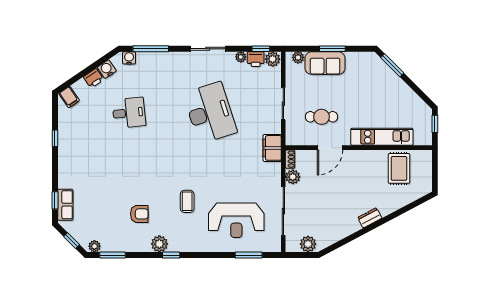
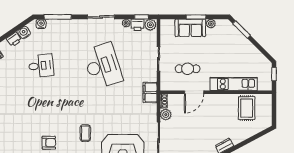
plant: (298, 57) -> (211, 24), moved

